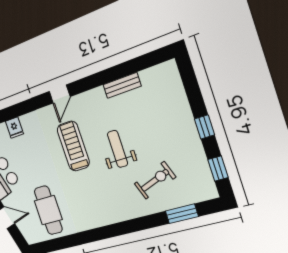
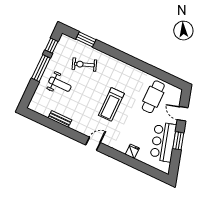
window: (204, 127) -> (41, 68), width x2.17
treadmill: (73, 146) -> (111, 104), moved
weight bench: (117, 149) -> (60, 84), moved, turned -90

